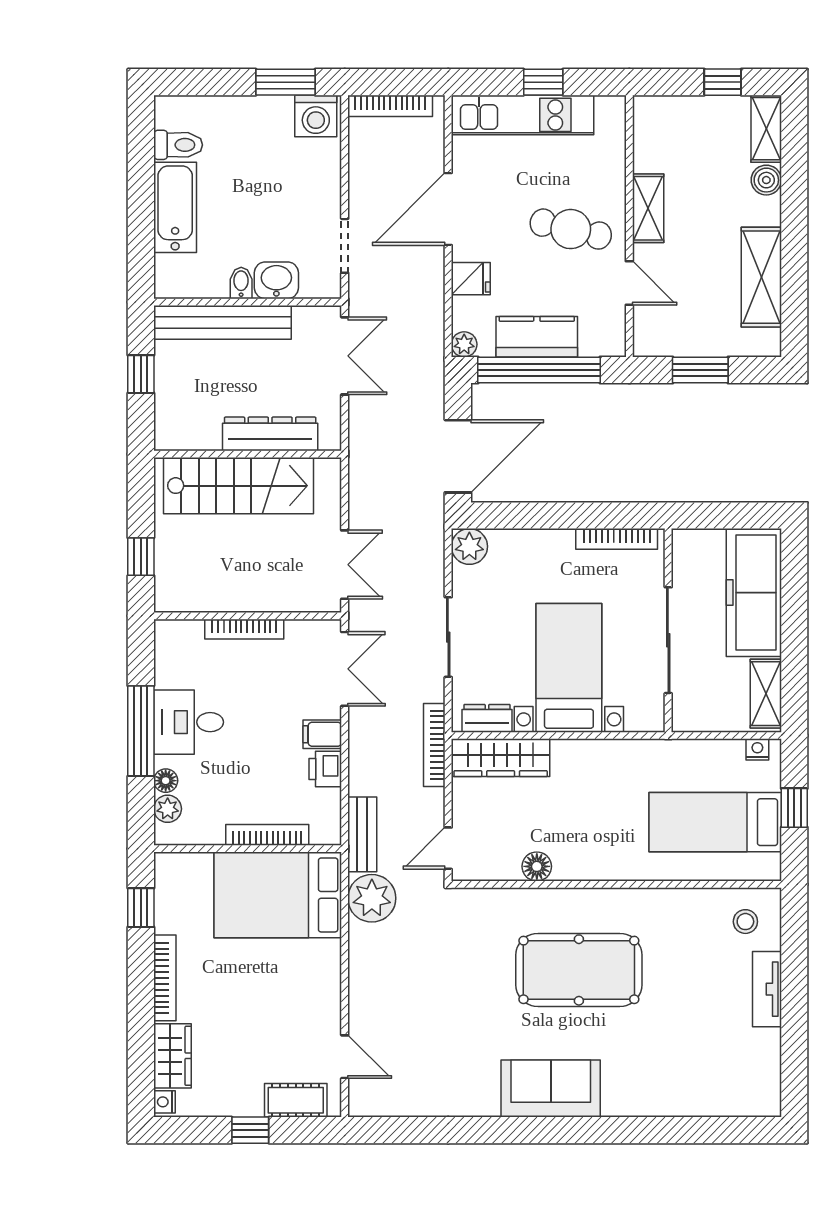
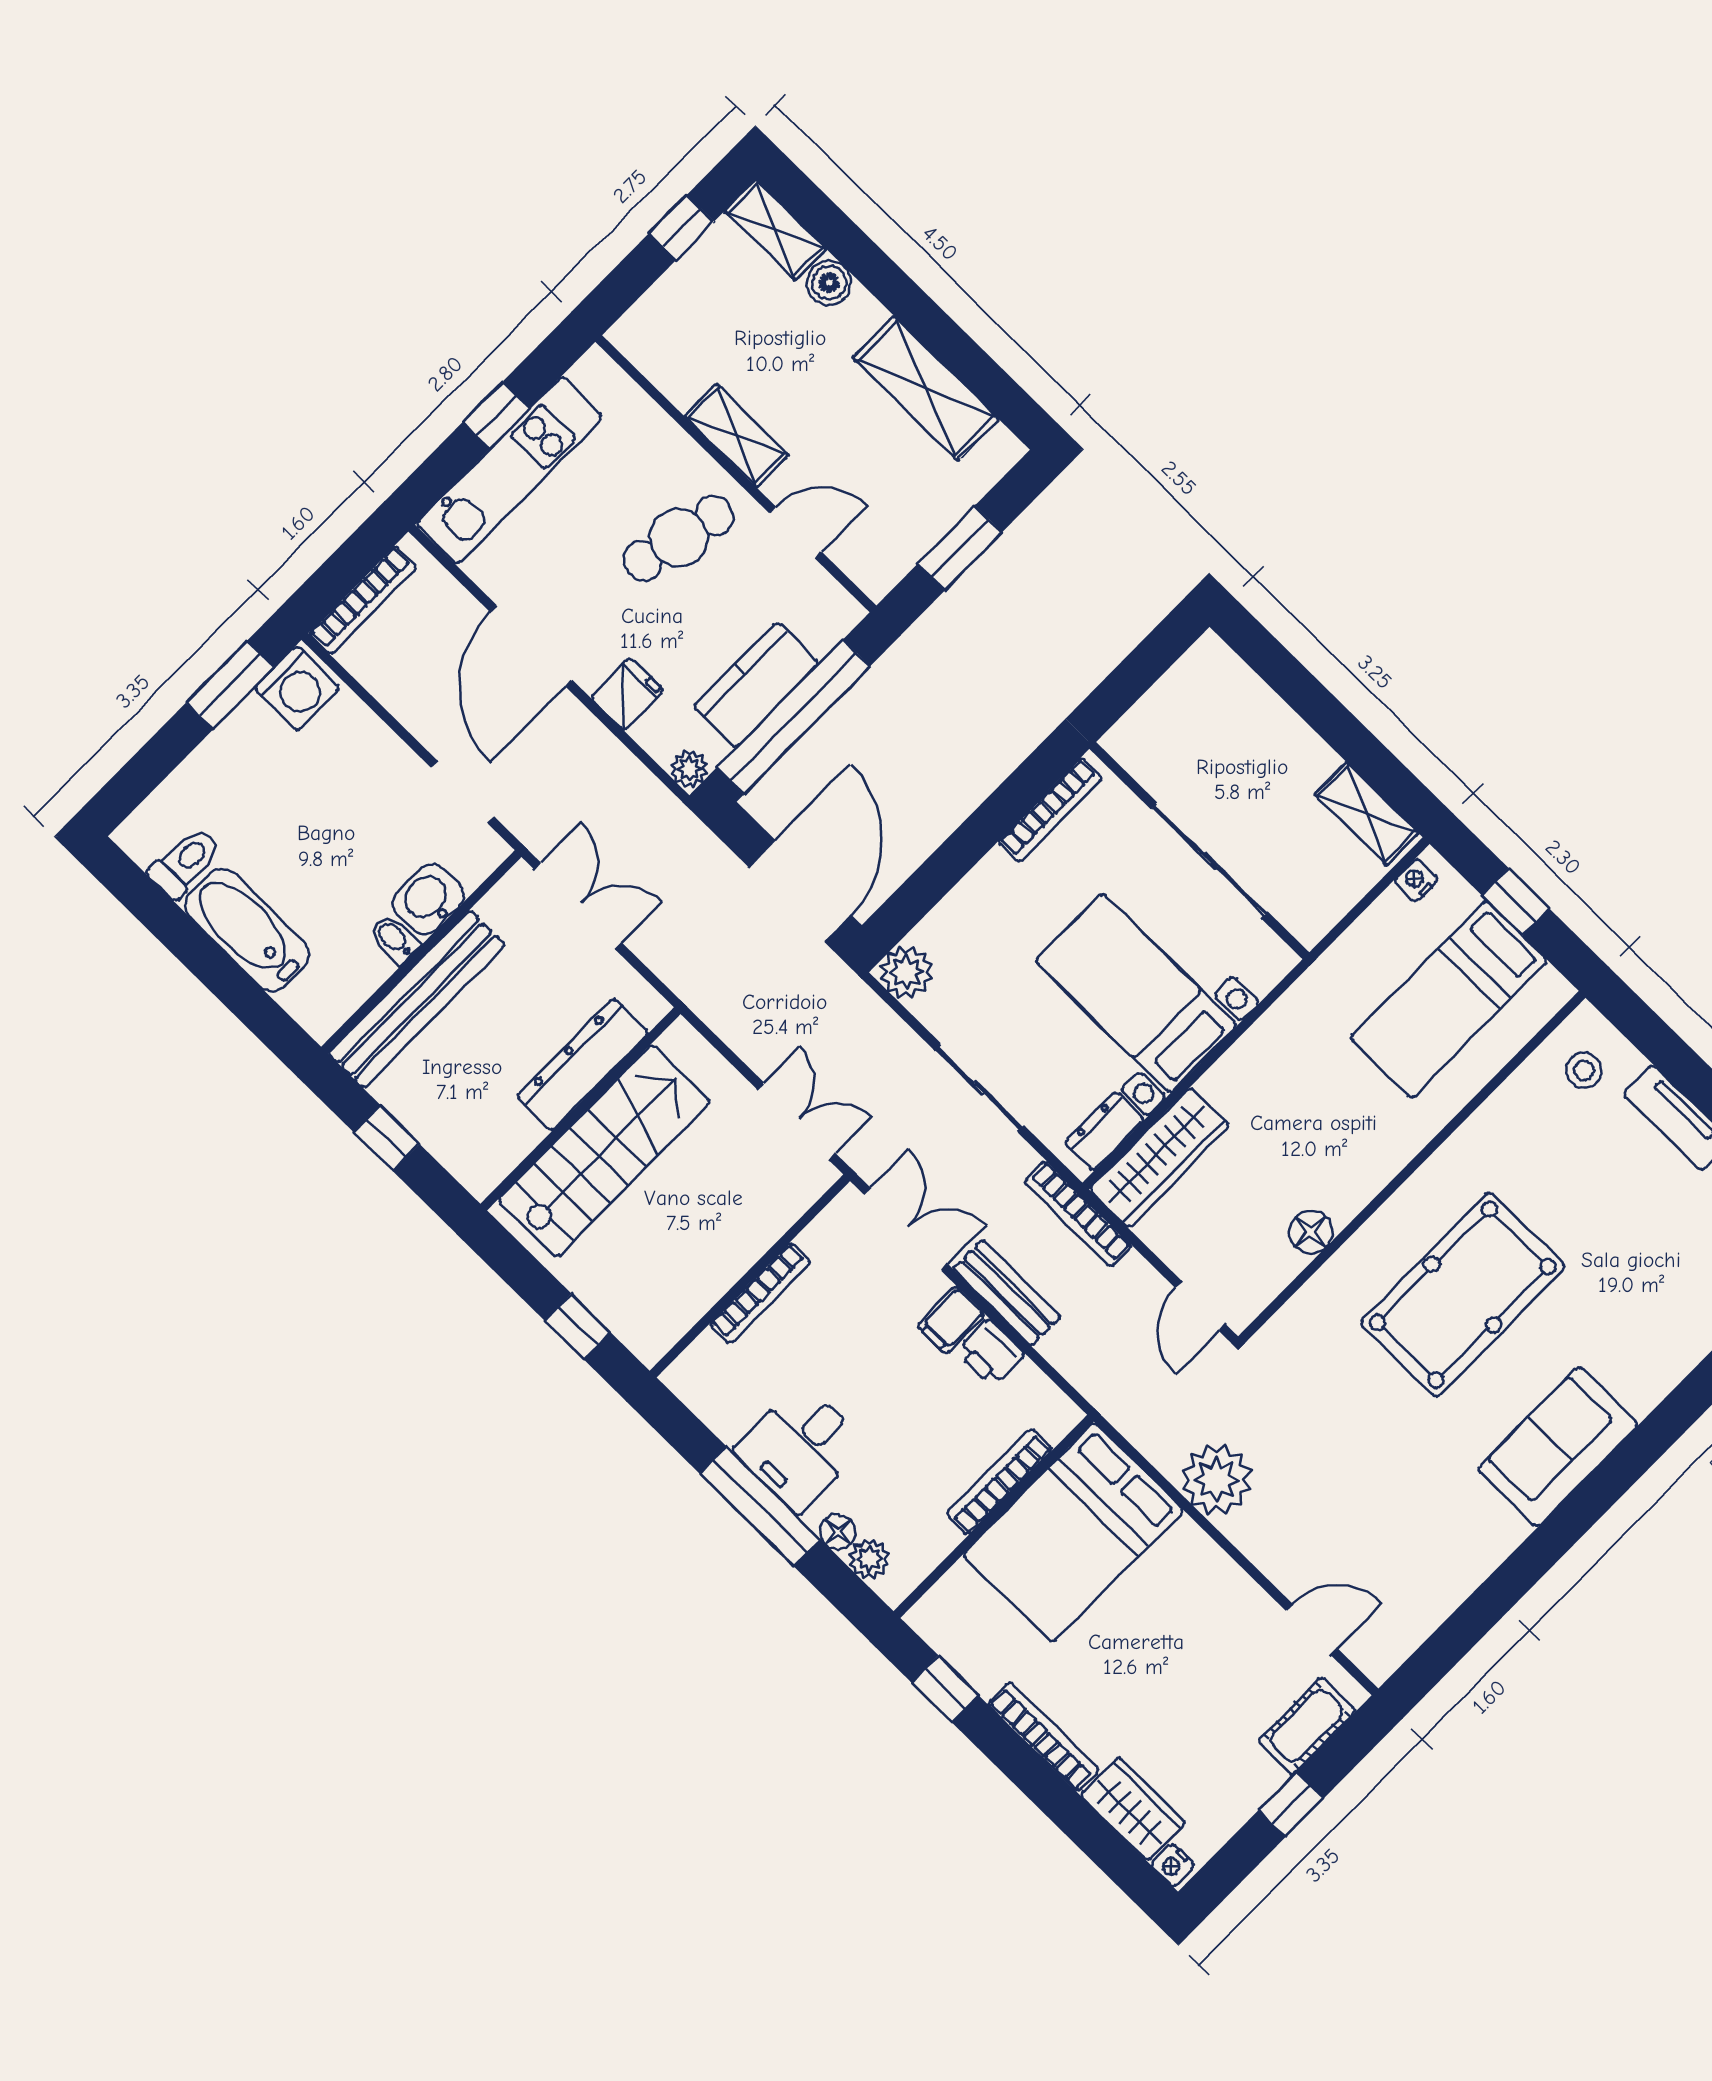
freezer: (754, 593) -> (1248, 722), removed
bench: (362, 834) -> (1007, 1293), moved
plant: (372, 898) -> (1217, 1480), moved

